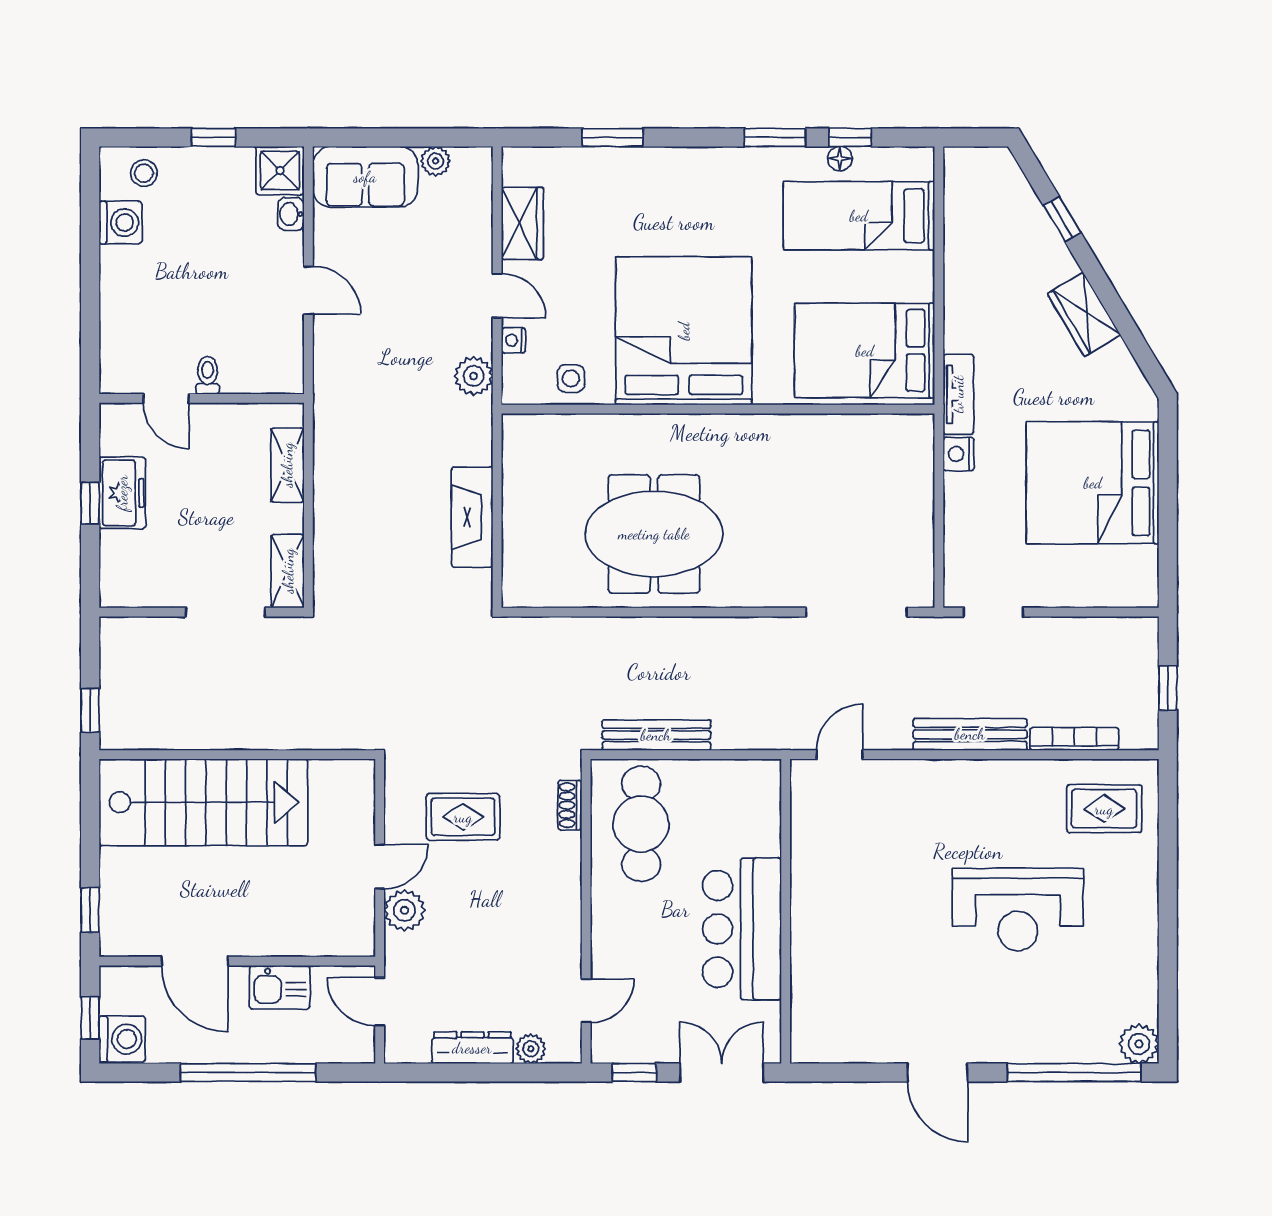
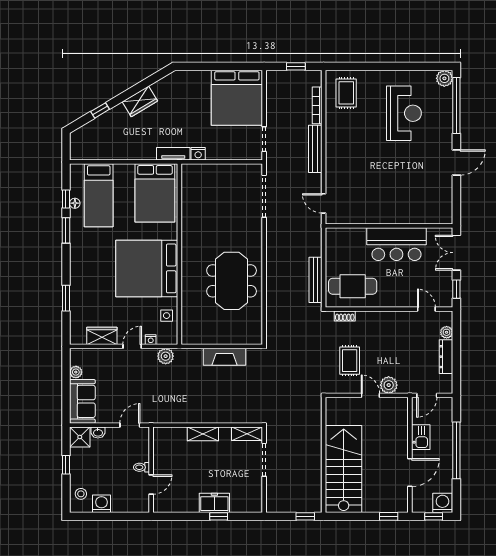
toilet: (208, 375) -> (141, 467), moved
door: (166, 398) -> (151, 485), moved
wall: (202, 398) -> (151, 470), moved
bed: (1093, 483) -> (237, 98), moved
reception desk: (1018, 910) -> (404, 113), moved

